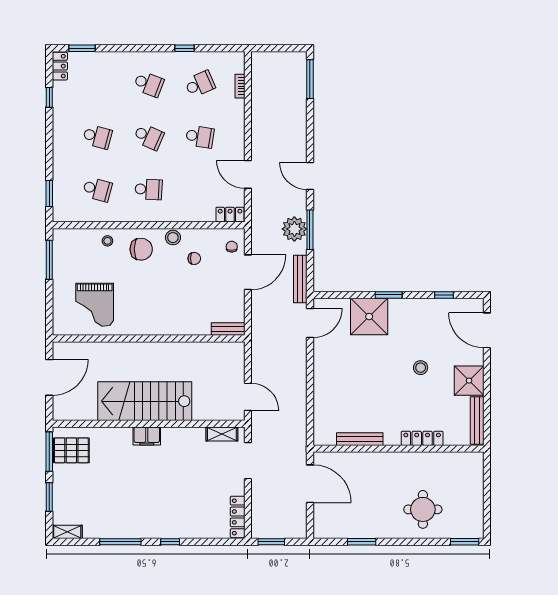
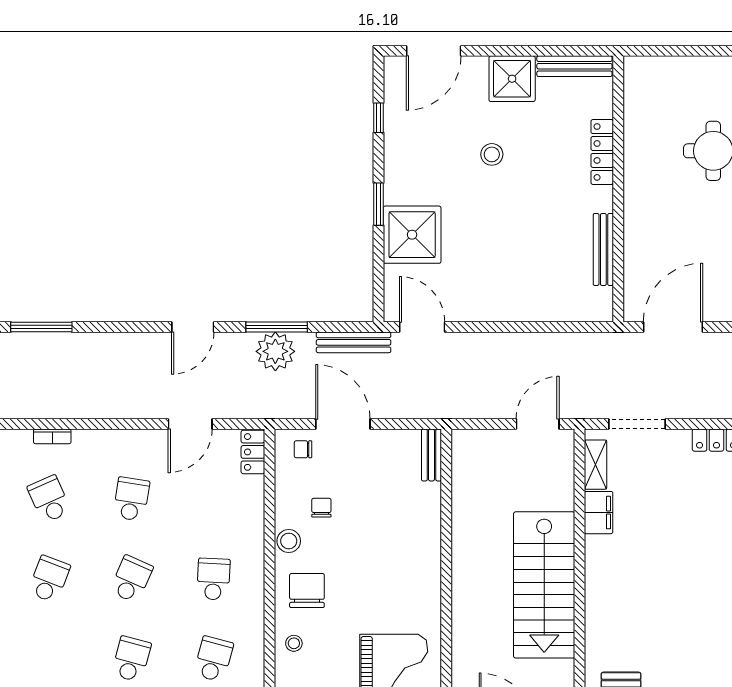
filing cabinet: (147, 436) -> (599, 513), moved

